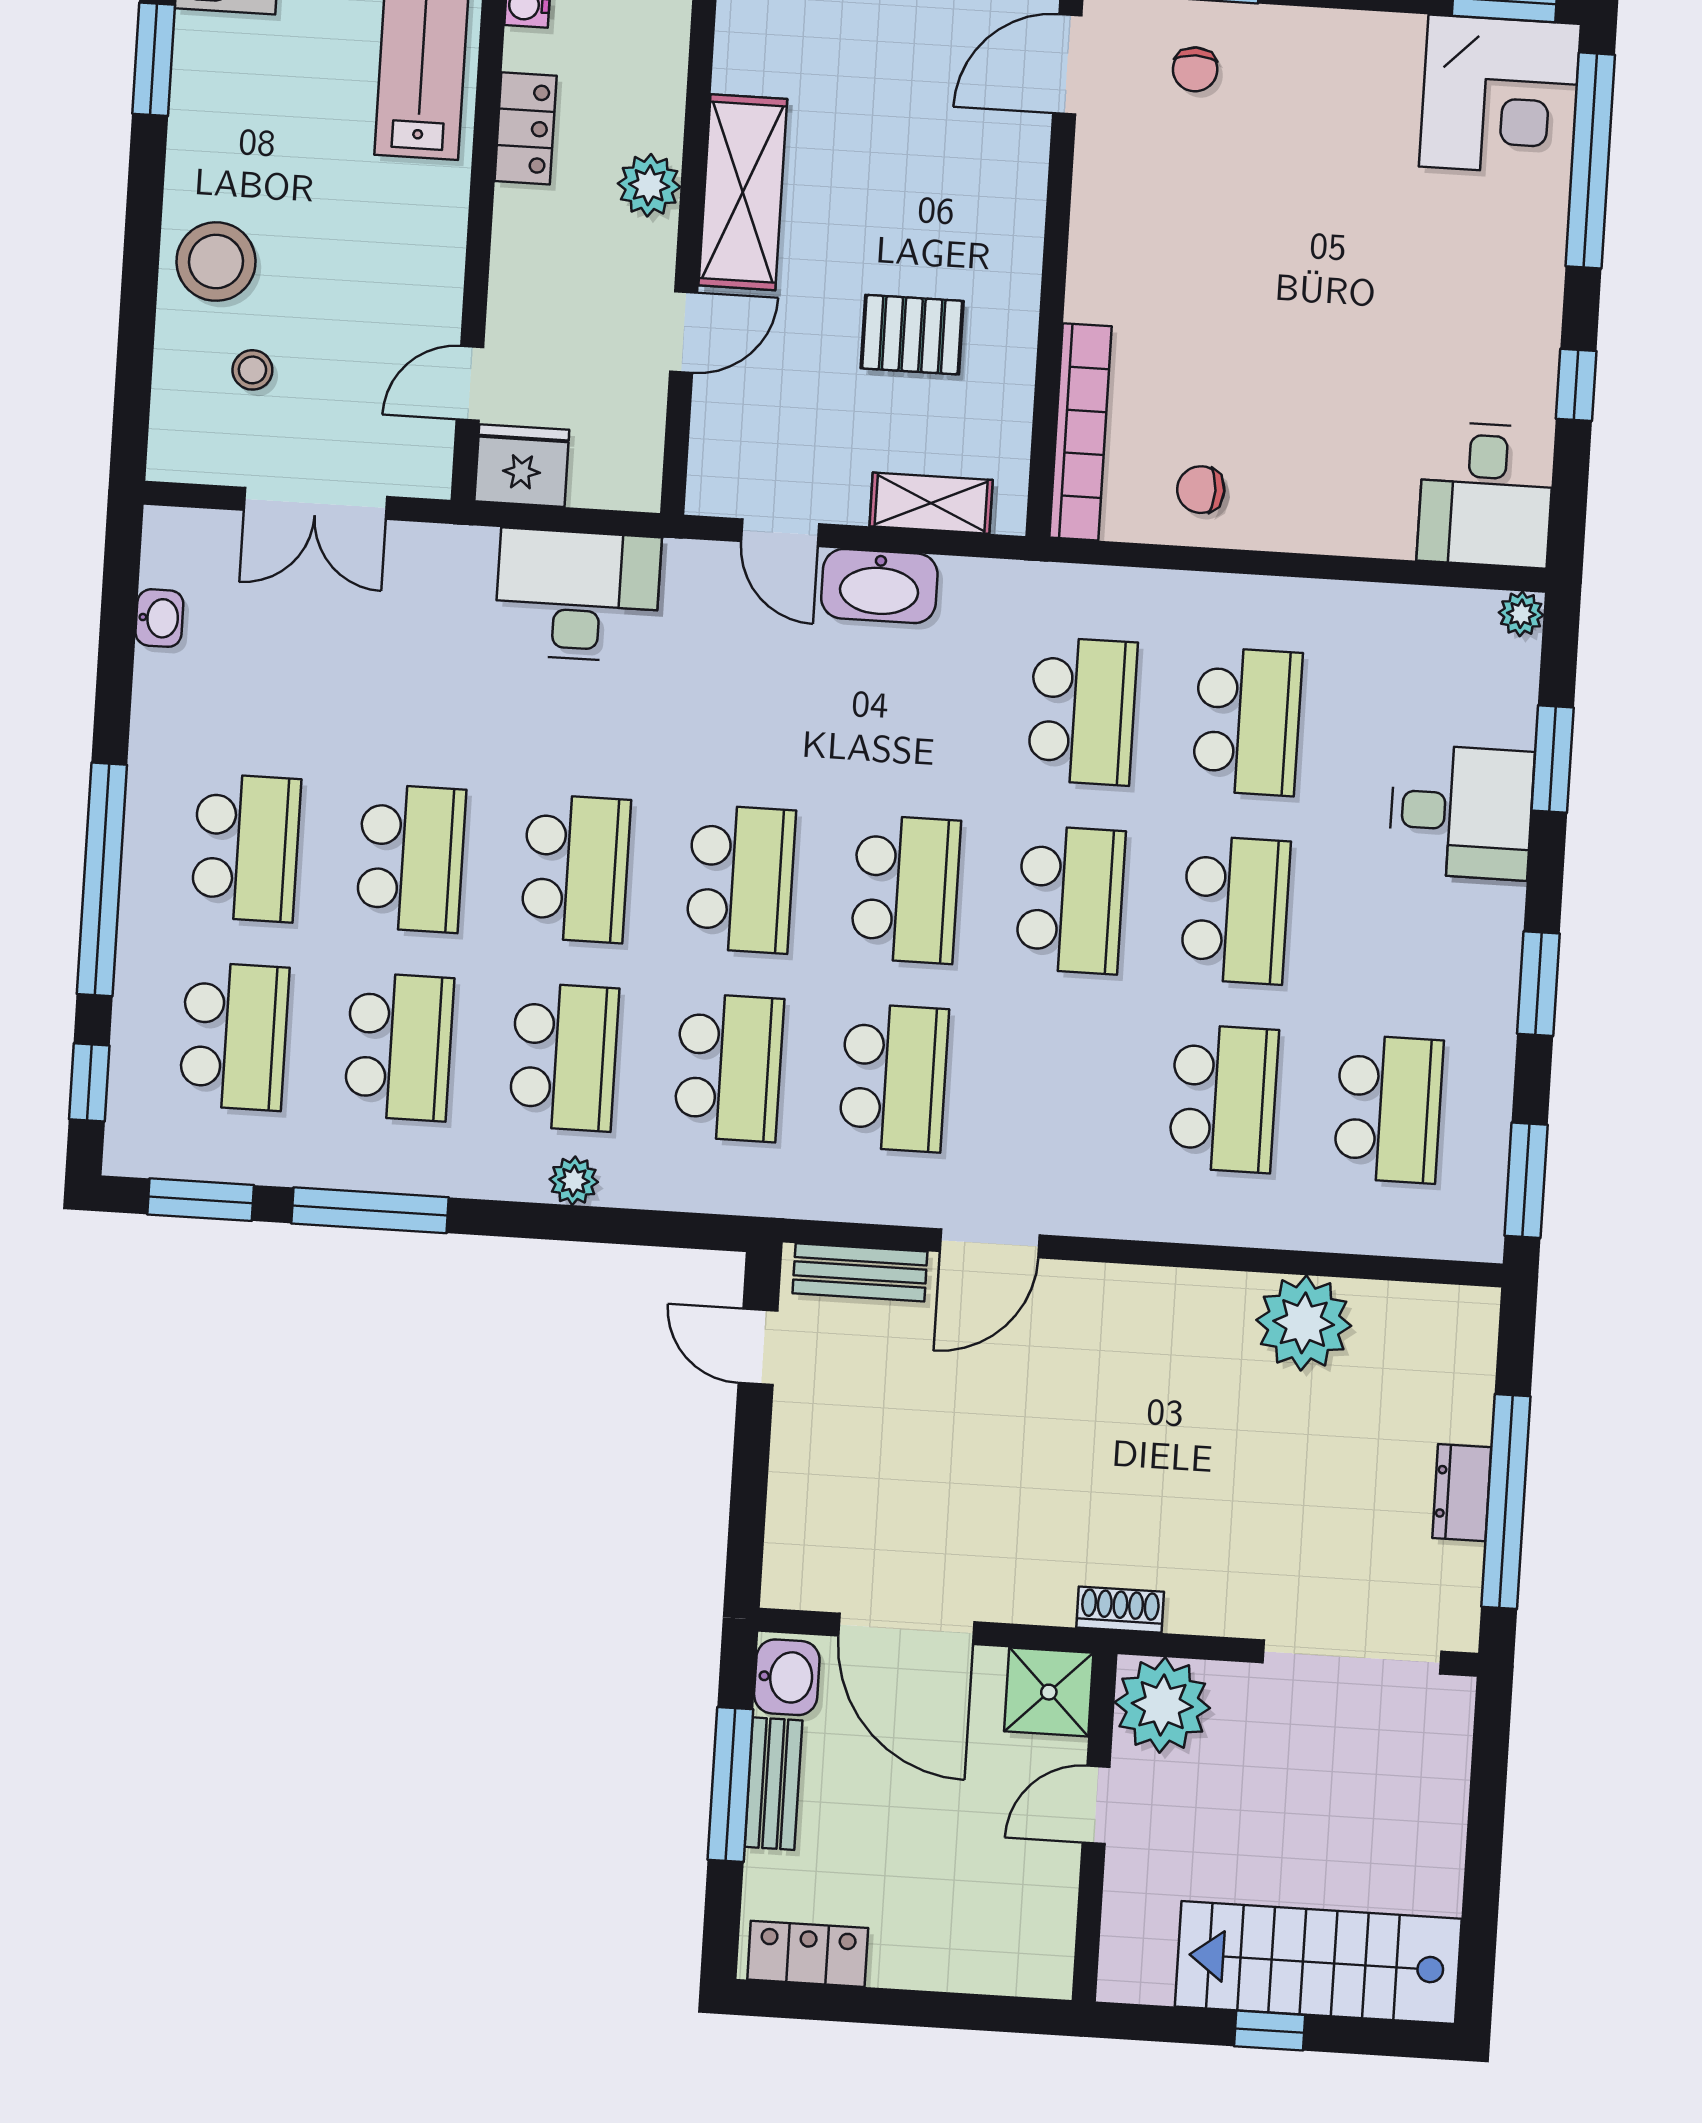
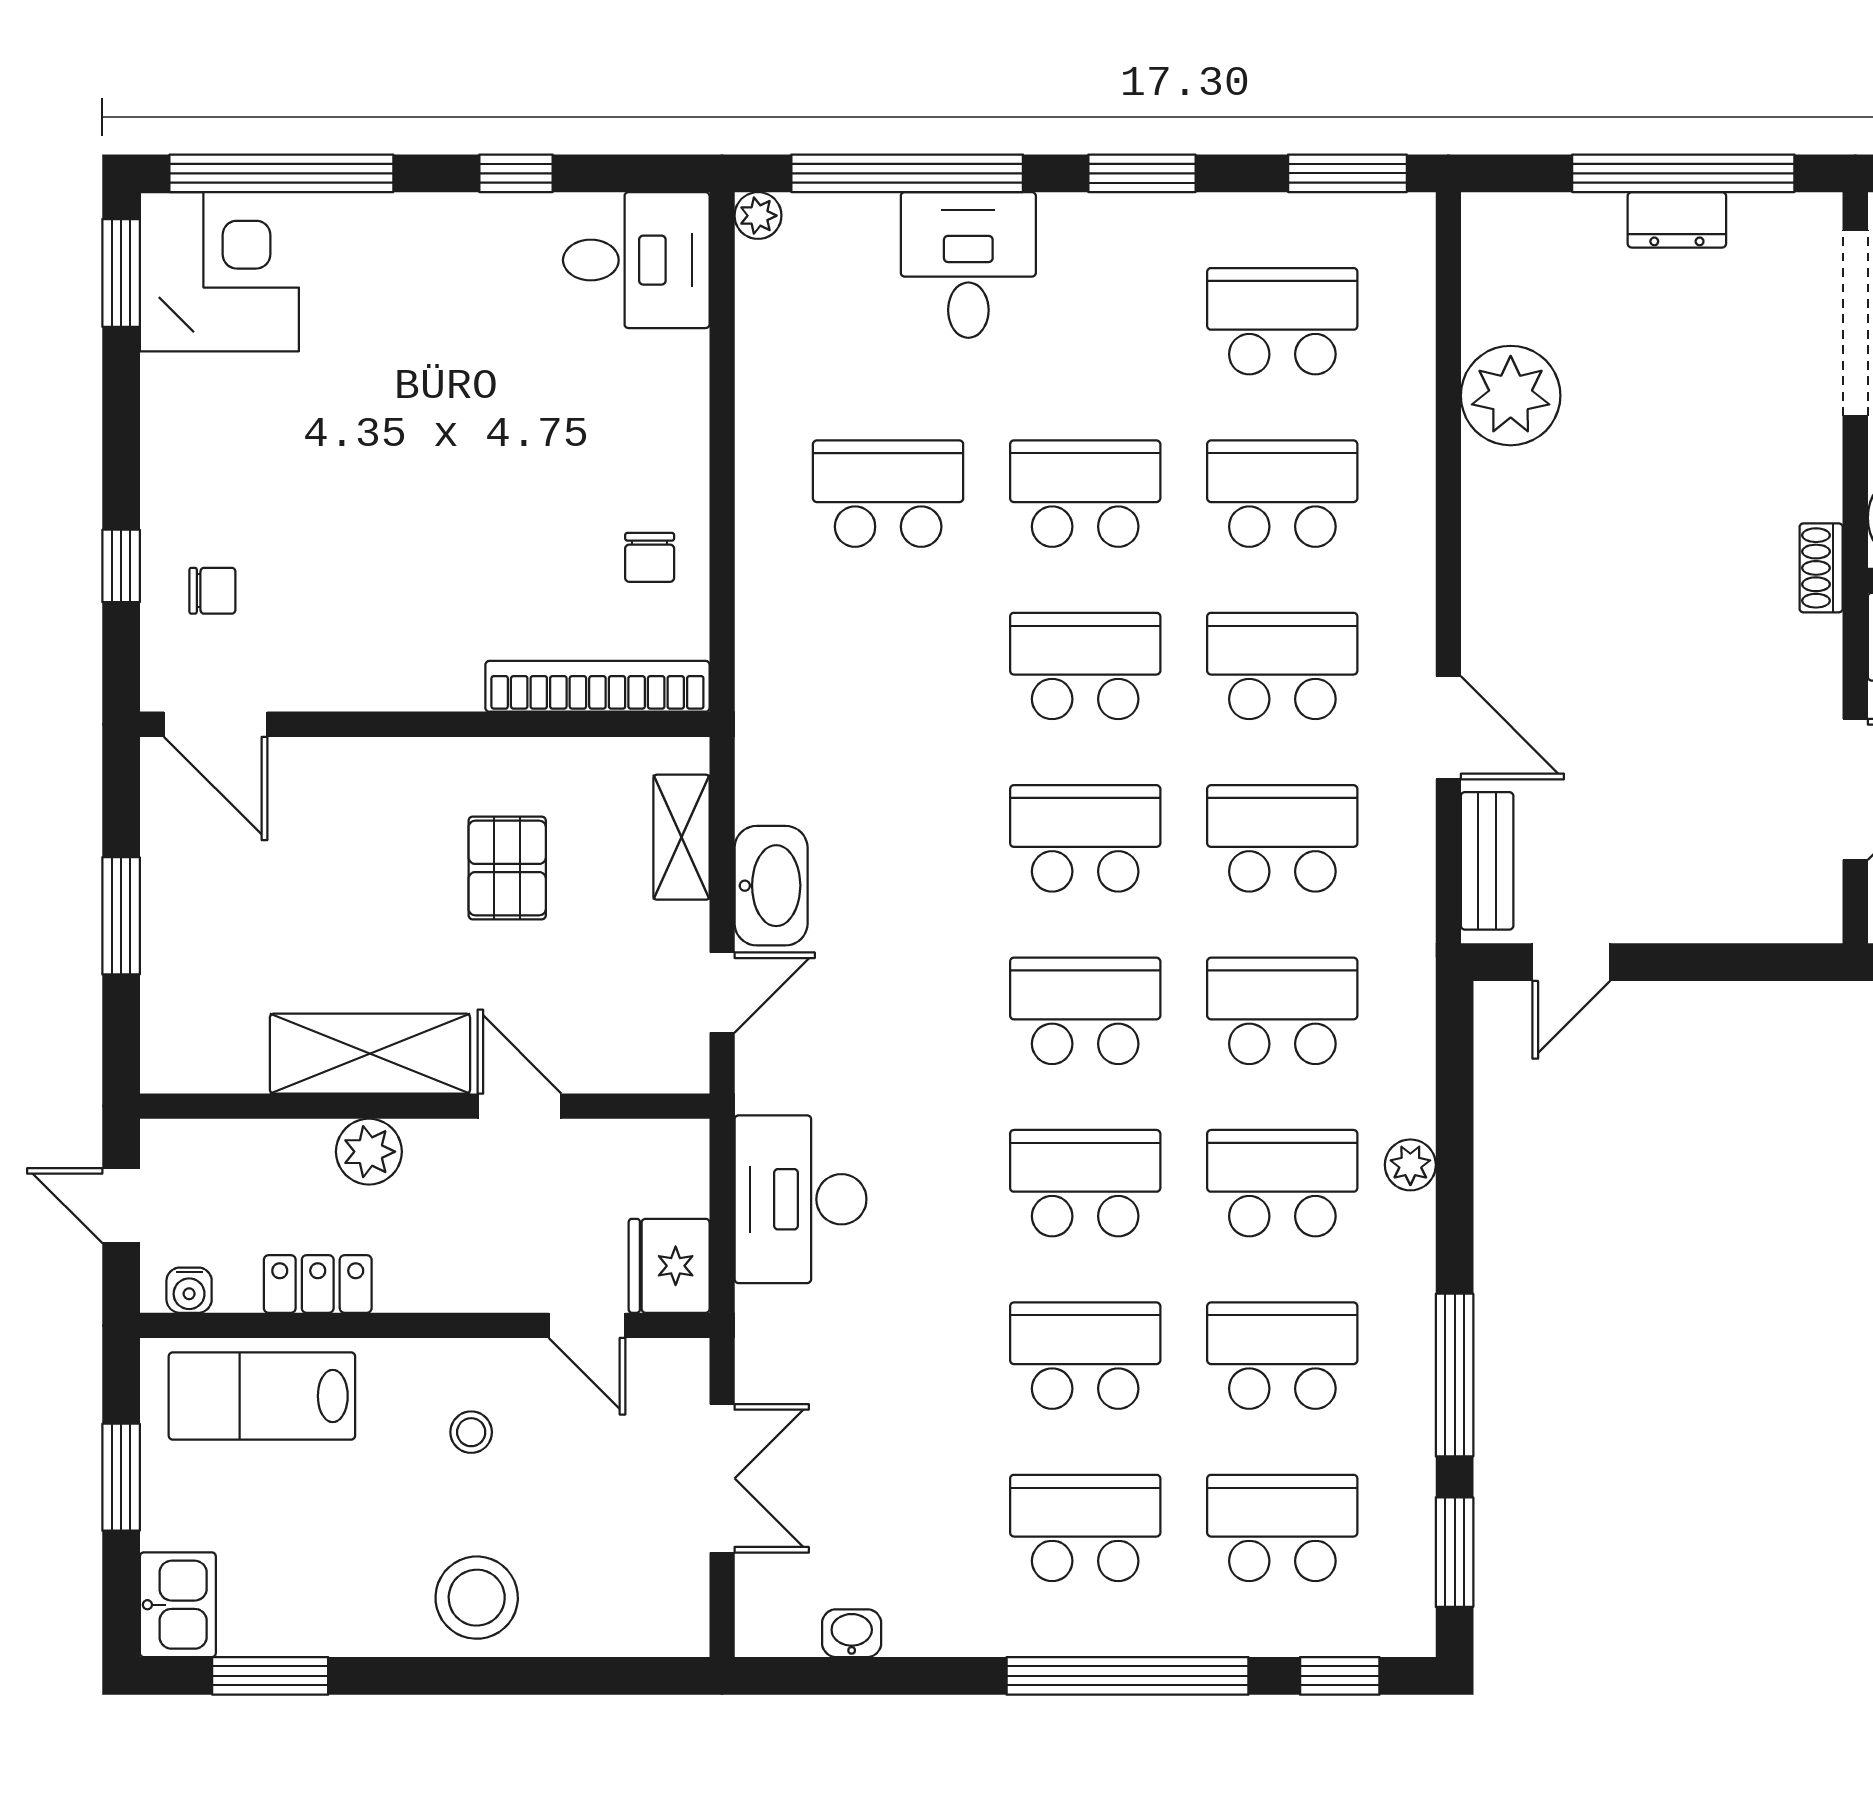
stool: (252, 370) -> (471, 1432), moved
school desk: (1082, 711) -> (1282, 666), moved
window: (1553, 759) -> (907, 173), width x2.11

